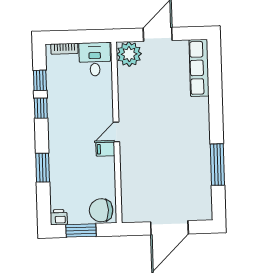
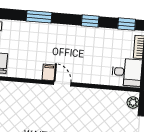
plant: (129, 54) -> (133, 102), width x0.53, depth x0.53
window: (40, 80) -> (127, 24), moved

